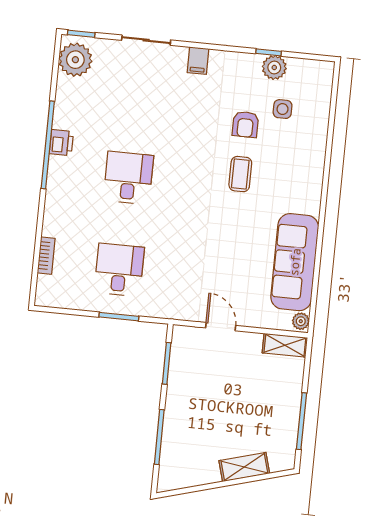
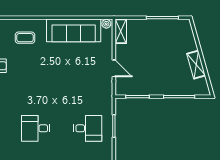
coffee table: (240, 174) -> (25, 38), moved
desk: (119, 270) -> (88, 128), turned 180
door: (221, 327) -> (114, 68), swing flipped
shelving: (244, 467) -> (196, 65), moved

